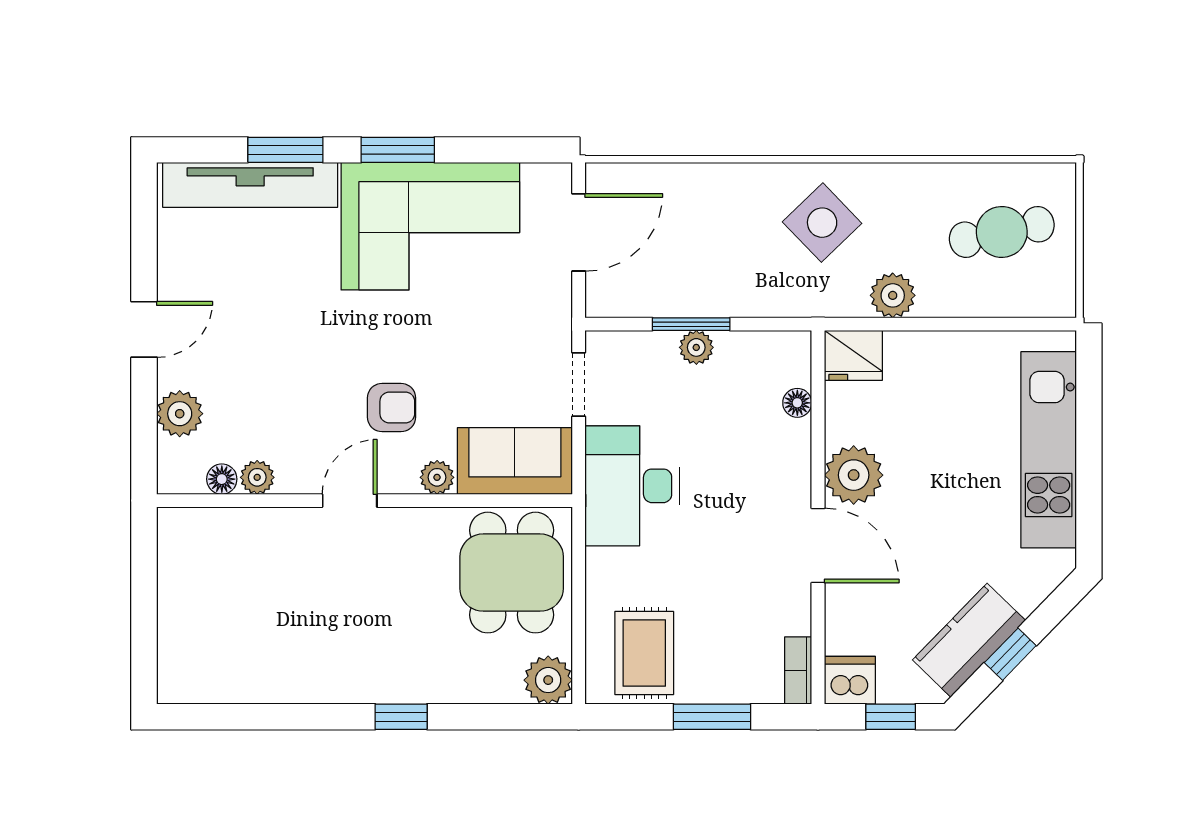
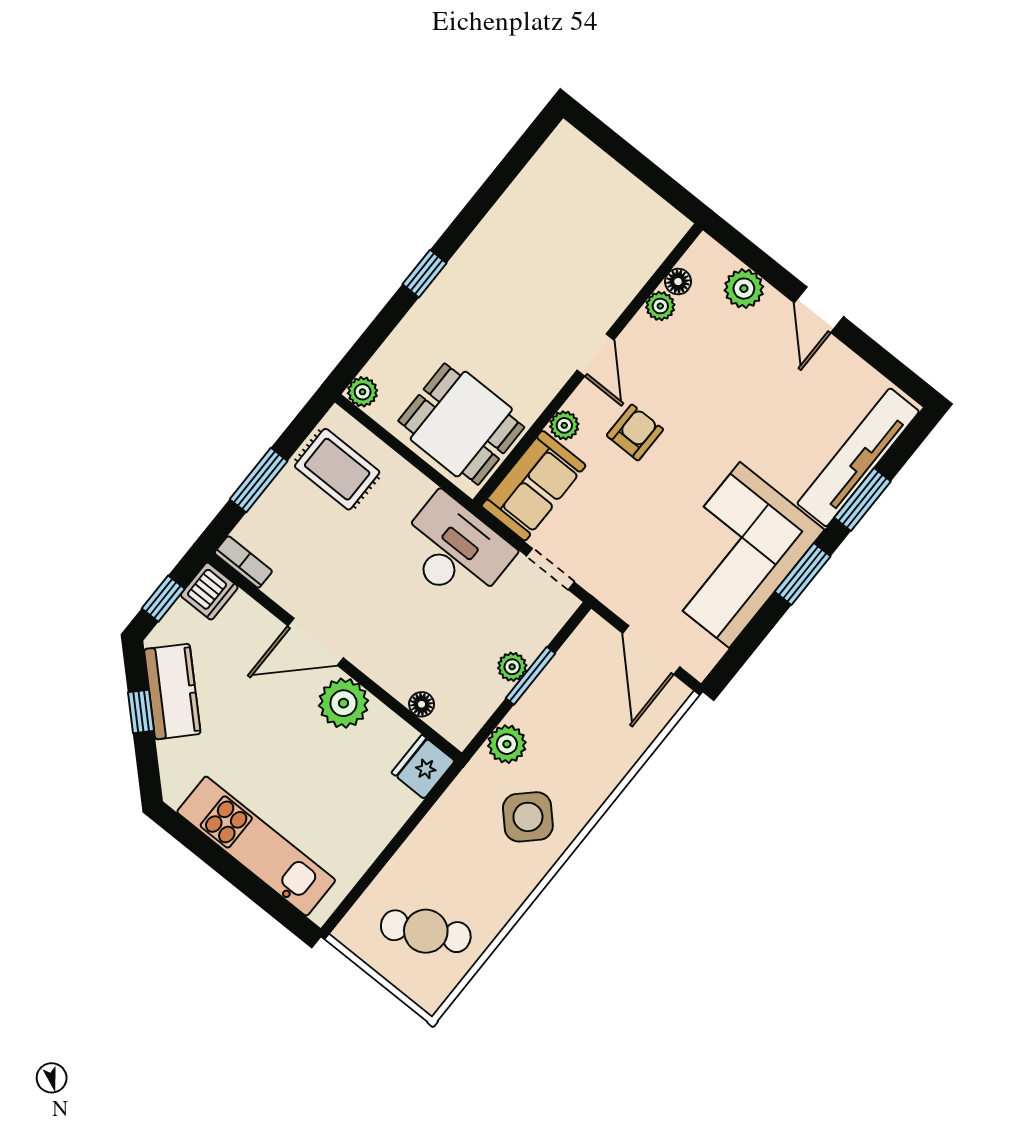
cafe table: (1002, 232) -> (426, 931), turned 74
plant: (893, 295) -> (507, 744), moved
armchair: (392, 408) -> (635, 432), turned 180
plant: (548, 680) -> (363, 392), width x0.73, depth x0.73

